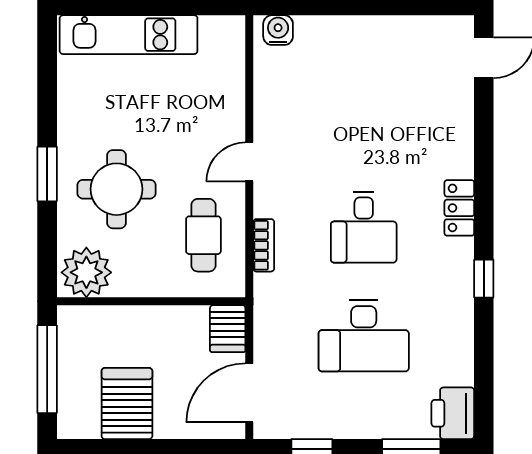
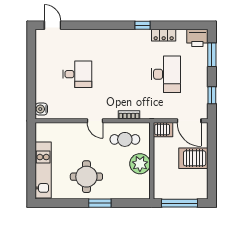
round table: (117, 189) -> (86, 177), moved
locker: (459, 208) -> (164, 35), moved
desk: (364, 227) -> (77, 74), moved
plant: (86, 272) -> (140, 164), moved
server rack: (127, 403) -> (193, 158), moved

